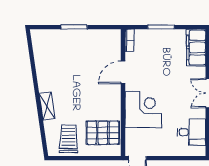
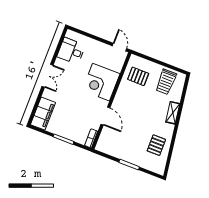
pallet: (51, 62) -> (156, 145), added
door: (123, 72) -> (105, 116), hinge flipped
pallet: (103, 133) -> (138, 76), width x0.67, depth x0.71

